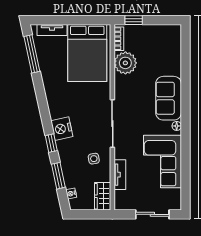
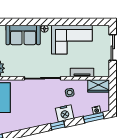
nightstand: (62, 129) -> (65, 113), moved
window: (58, 176) -> (94, 118), moved

